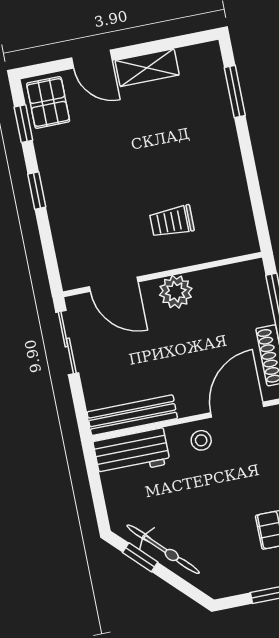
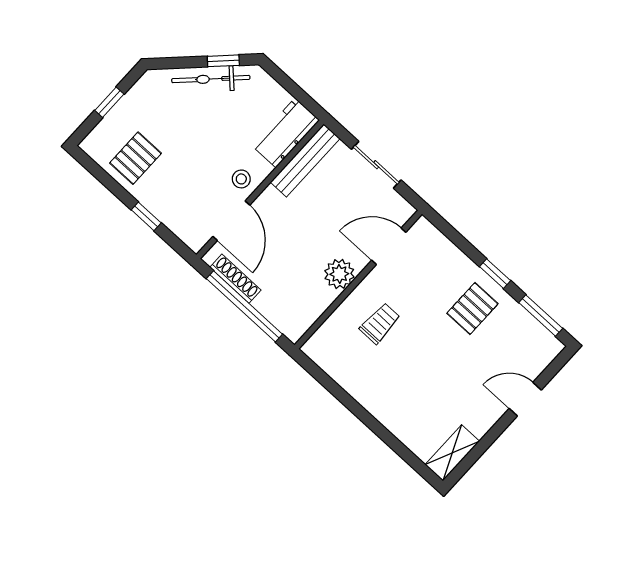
shelving: (147, 68) -> (452, 453), moved
window: (235, 91) -> (403, 452), removed
pallet: (48, 102) -> (472, 309), moved, turned 90
window: (23, 124) -> (541, 315), width x1.50
sliding door: (67, 342) -> (376, 165), moved

